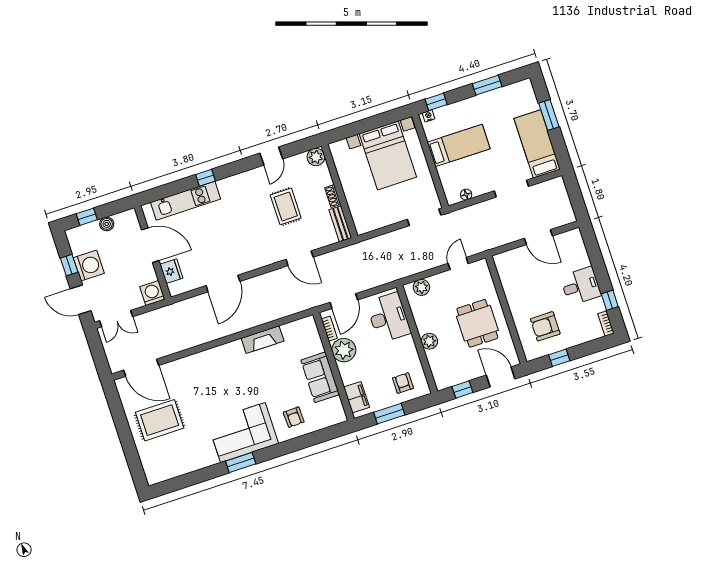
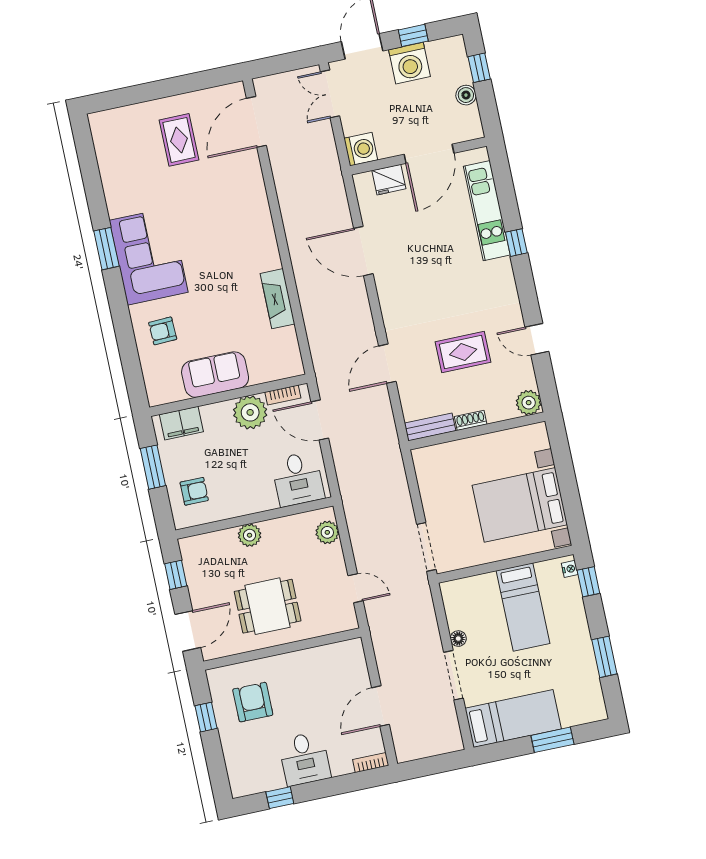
floor lamp: (466, 195) -> (458, 639), moved
desk: (388, 318) -> (298, 479), width x0.73
bookcase: (606, 323) -> (371, 763), moved
rug: (160, 420) -> (179, 140), width x0.73, depth x0.70

